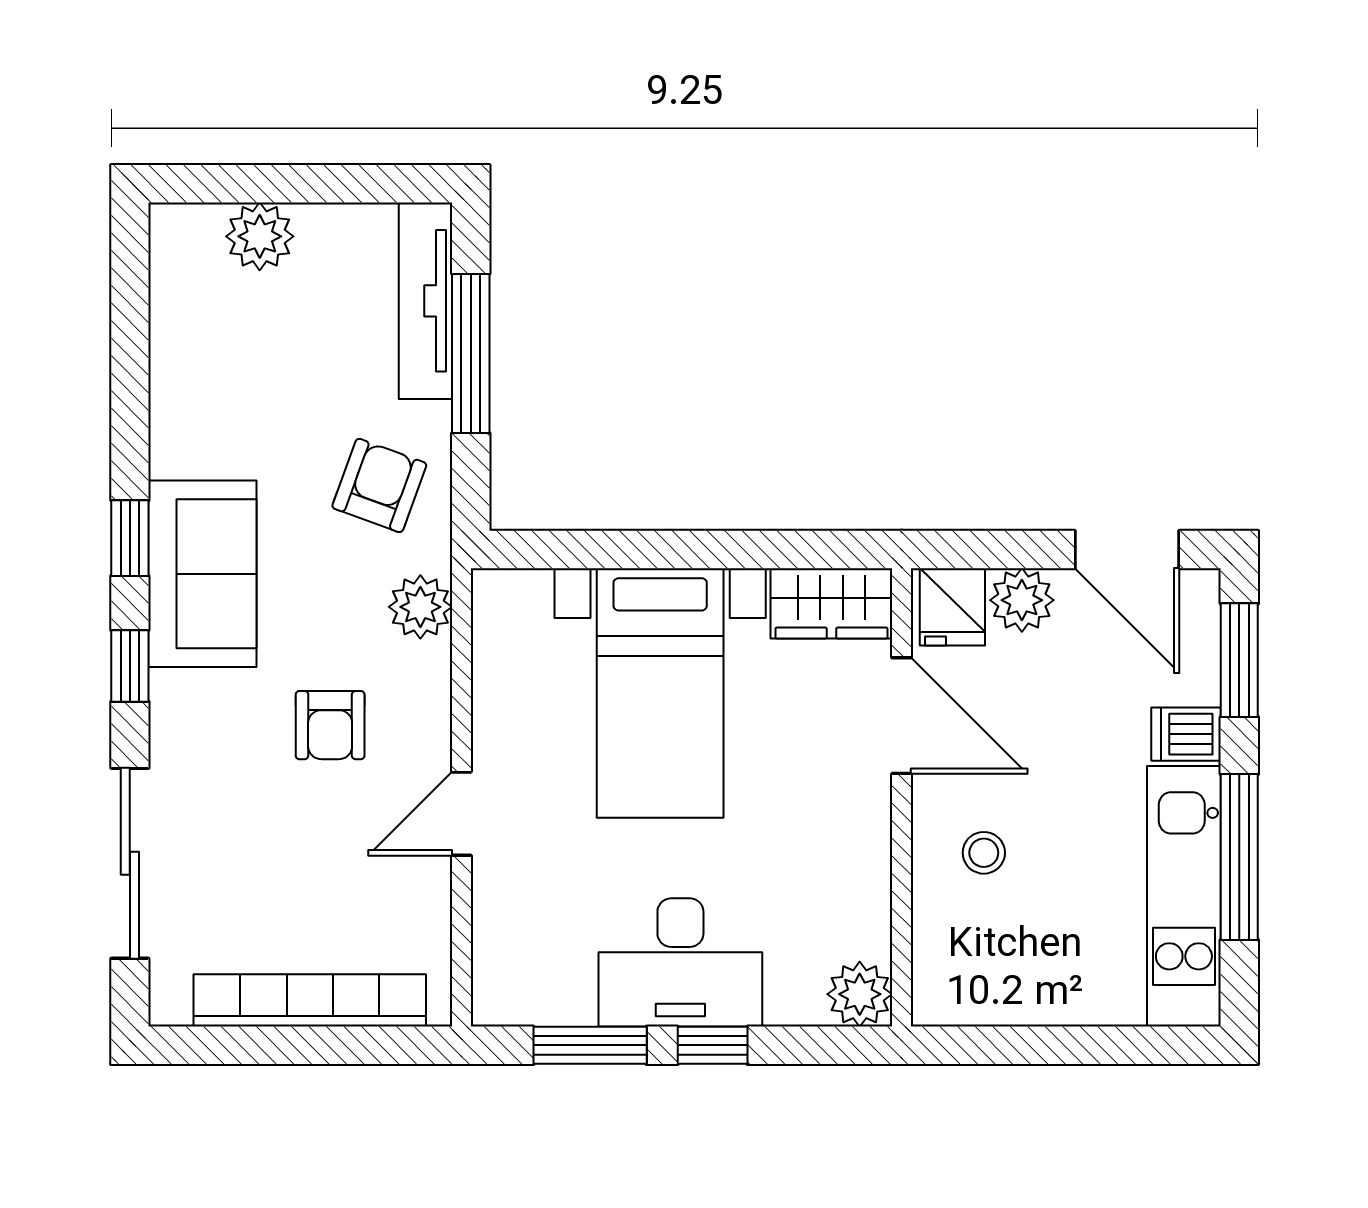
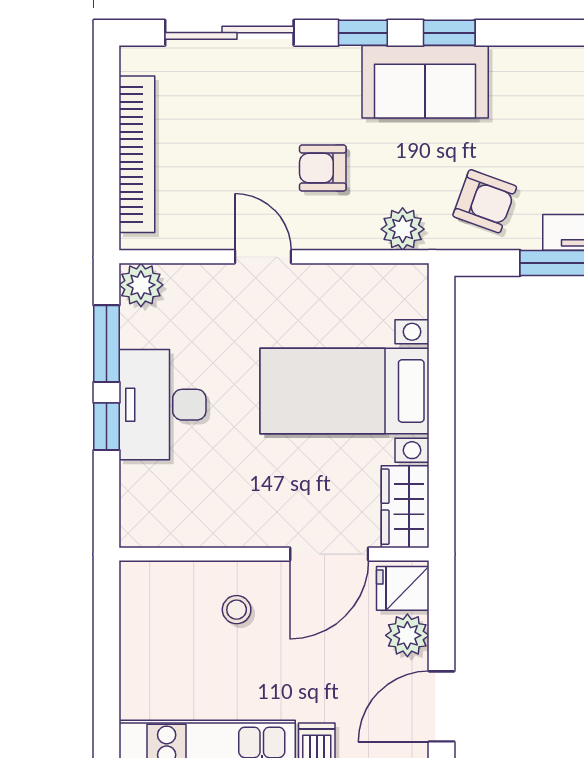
plant: (860, 994) -> (141, 285), moved

